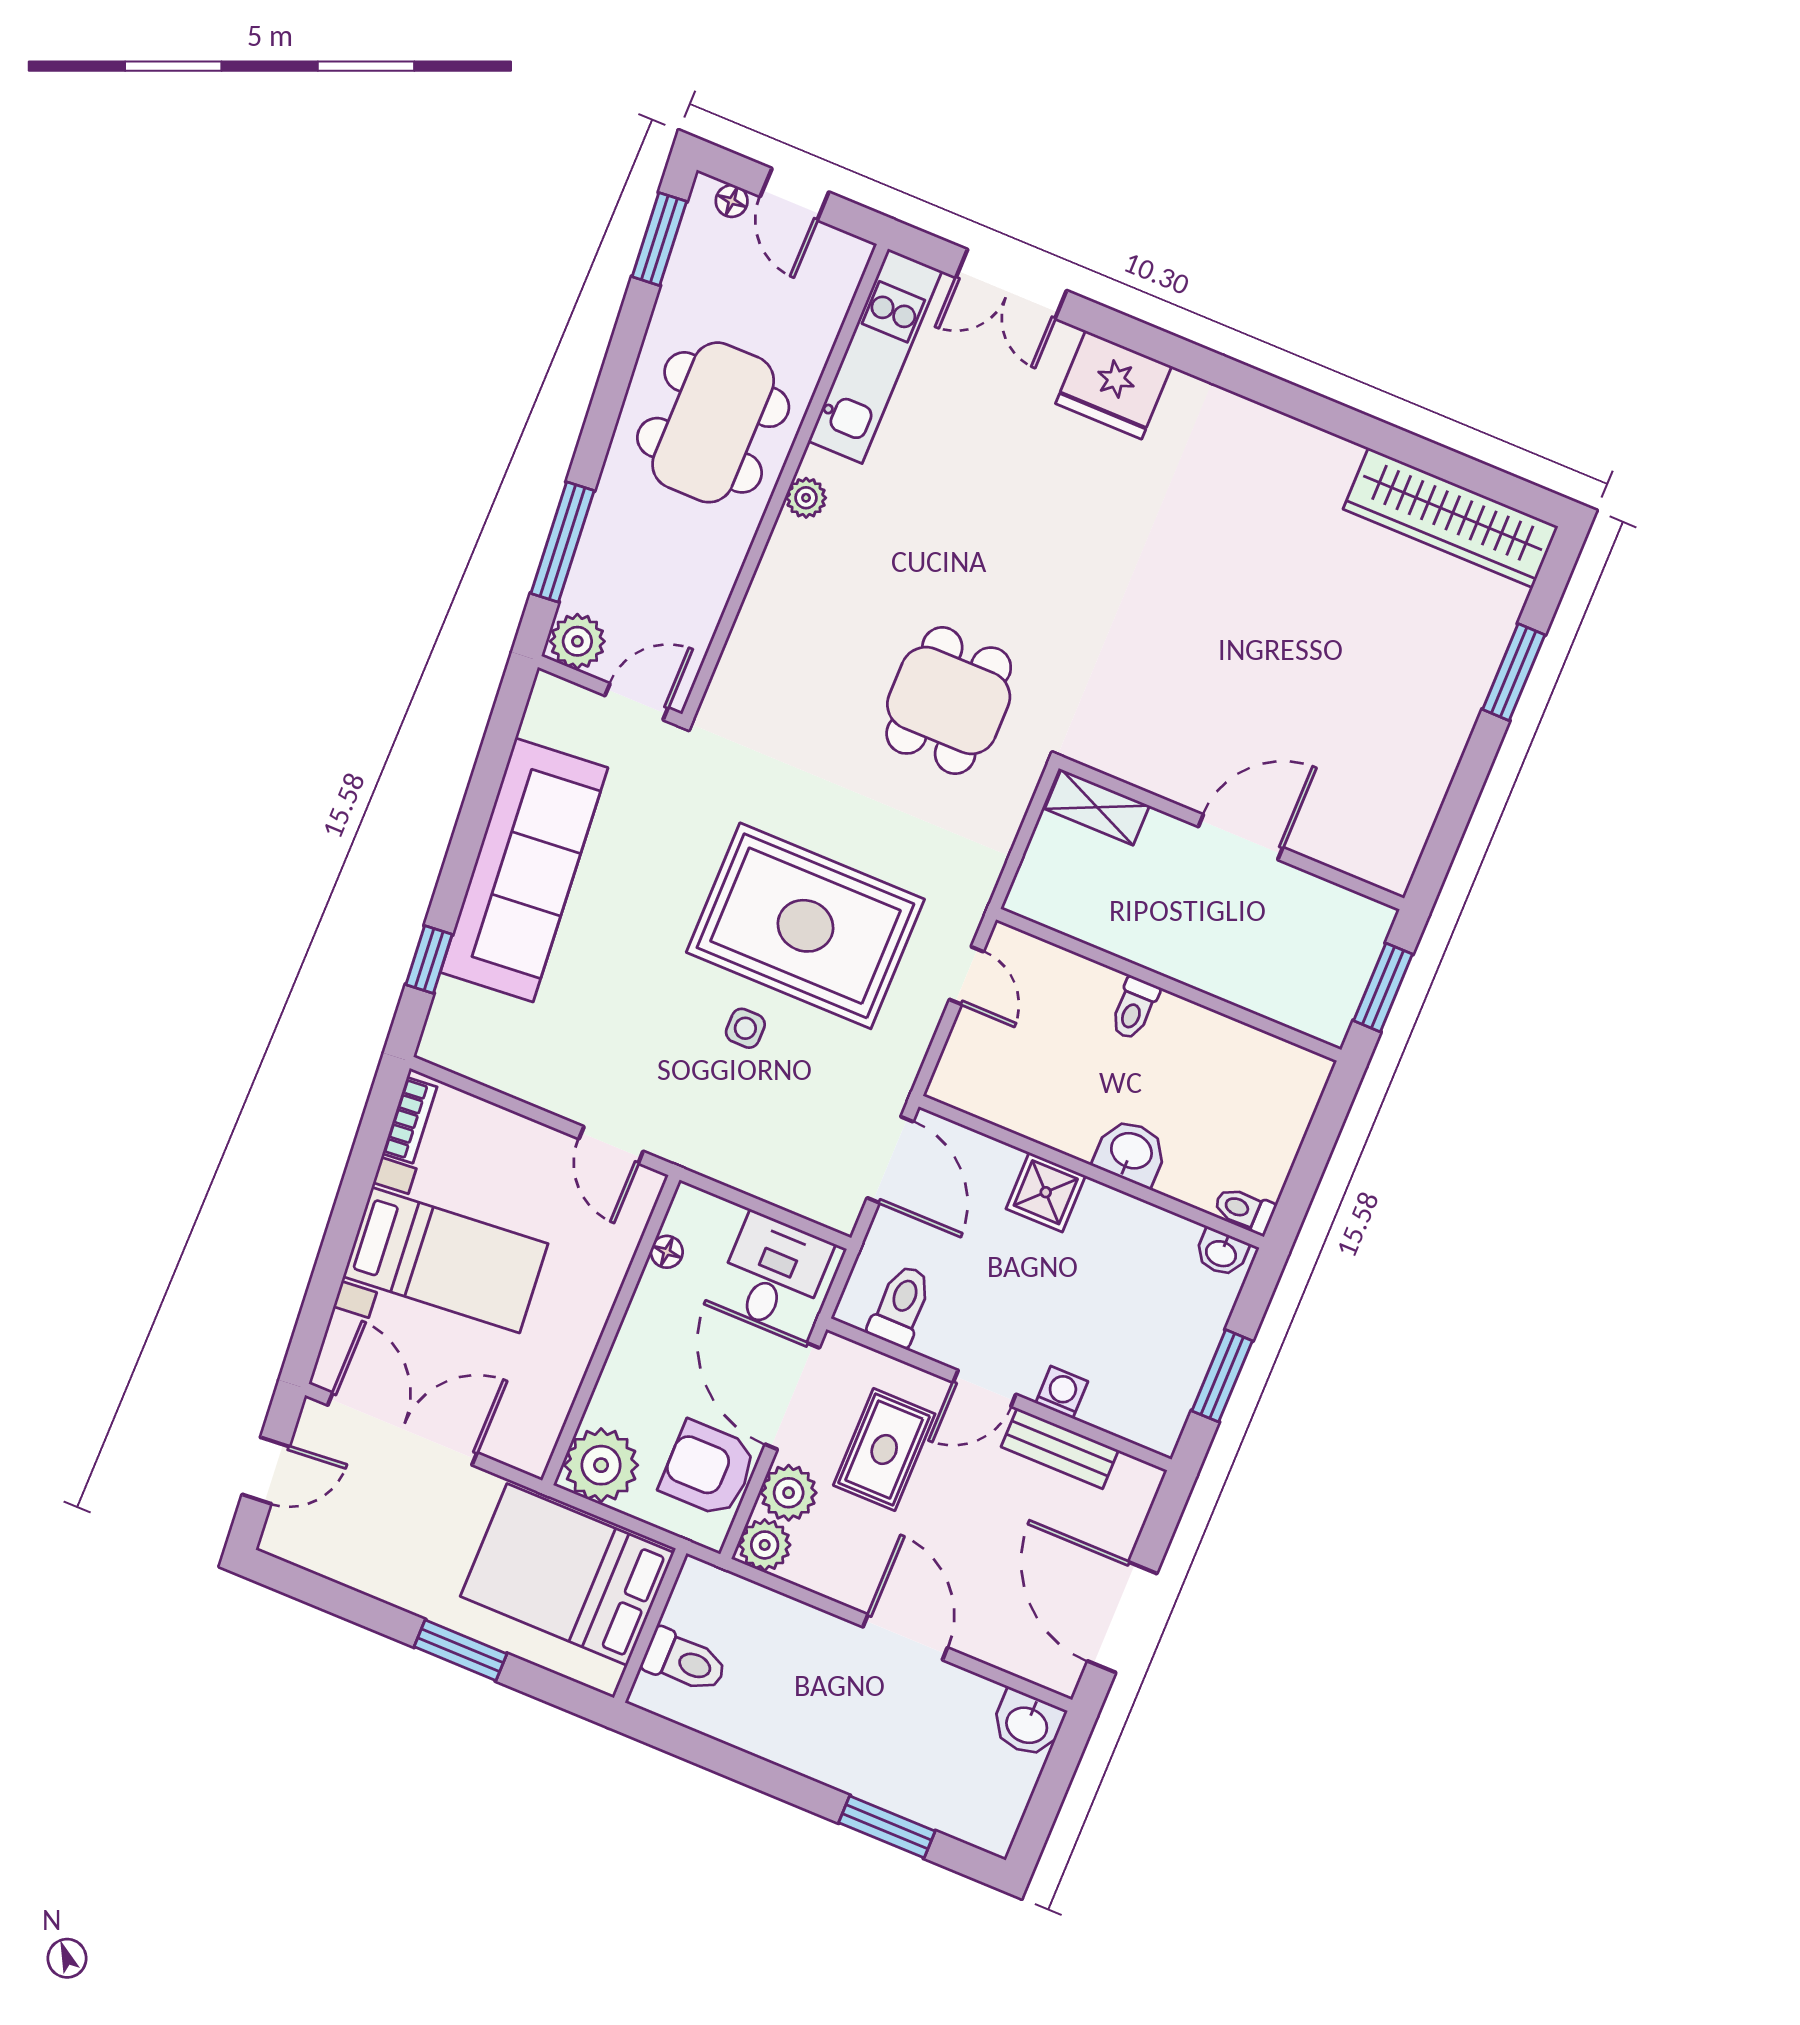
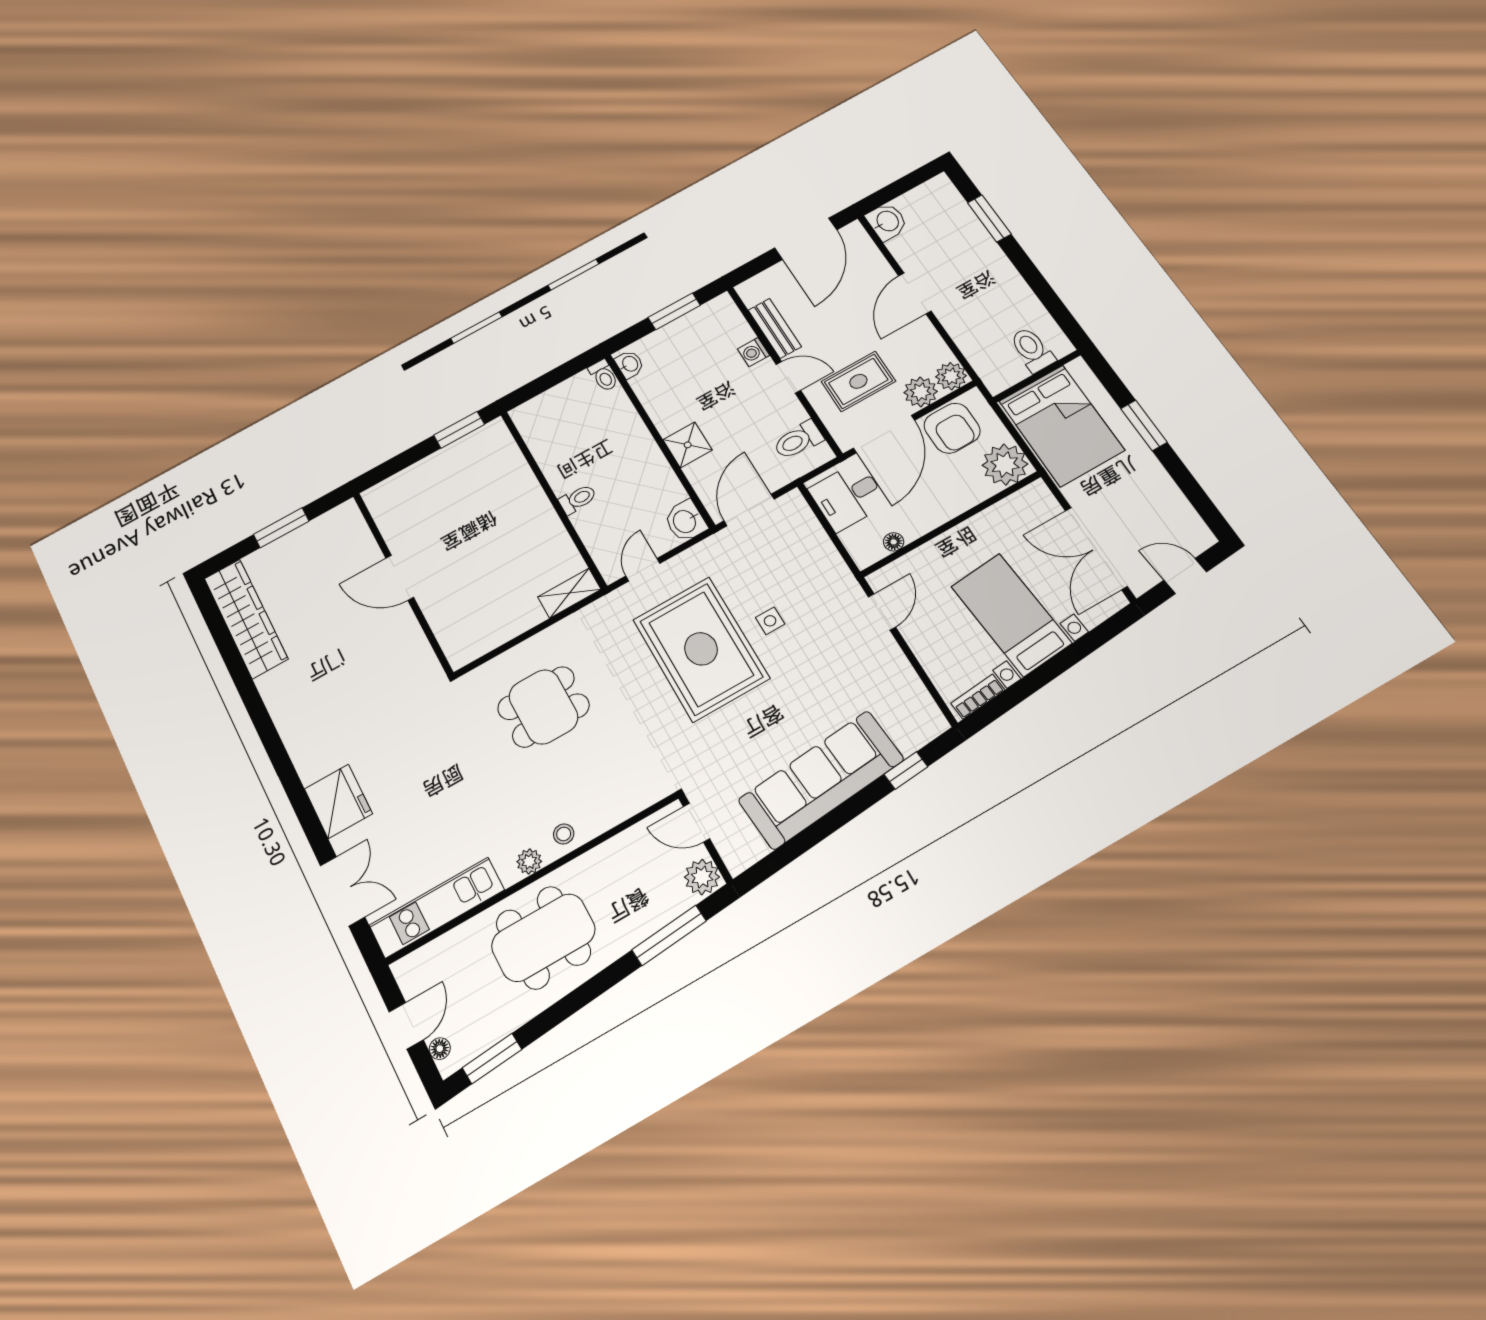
stool: (791, 563) -> (564, 834), added
shelving: (1097, 807) -> (569, 593), moved, turned 90
wall: (1231, 833) -> (402, 583), moved
door: (1241, 837) -> (400, 578), moved
washbasin: (1131, 1152) -> (685, 521), moved

